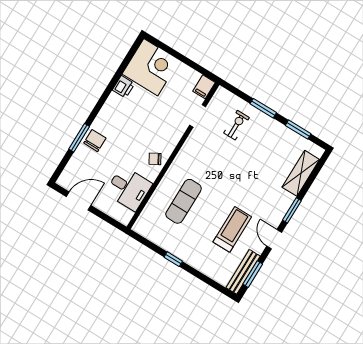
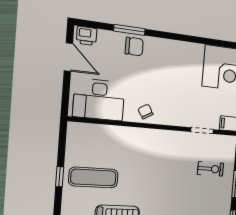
printer: (123, 87) -> (87, 36), moved
desk: (129, 188) -> (99, 100), width x1.37
exercise mat: (184, 201) -> (93, 177), moved

